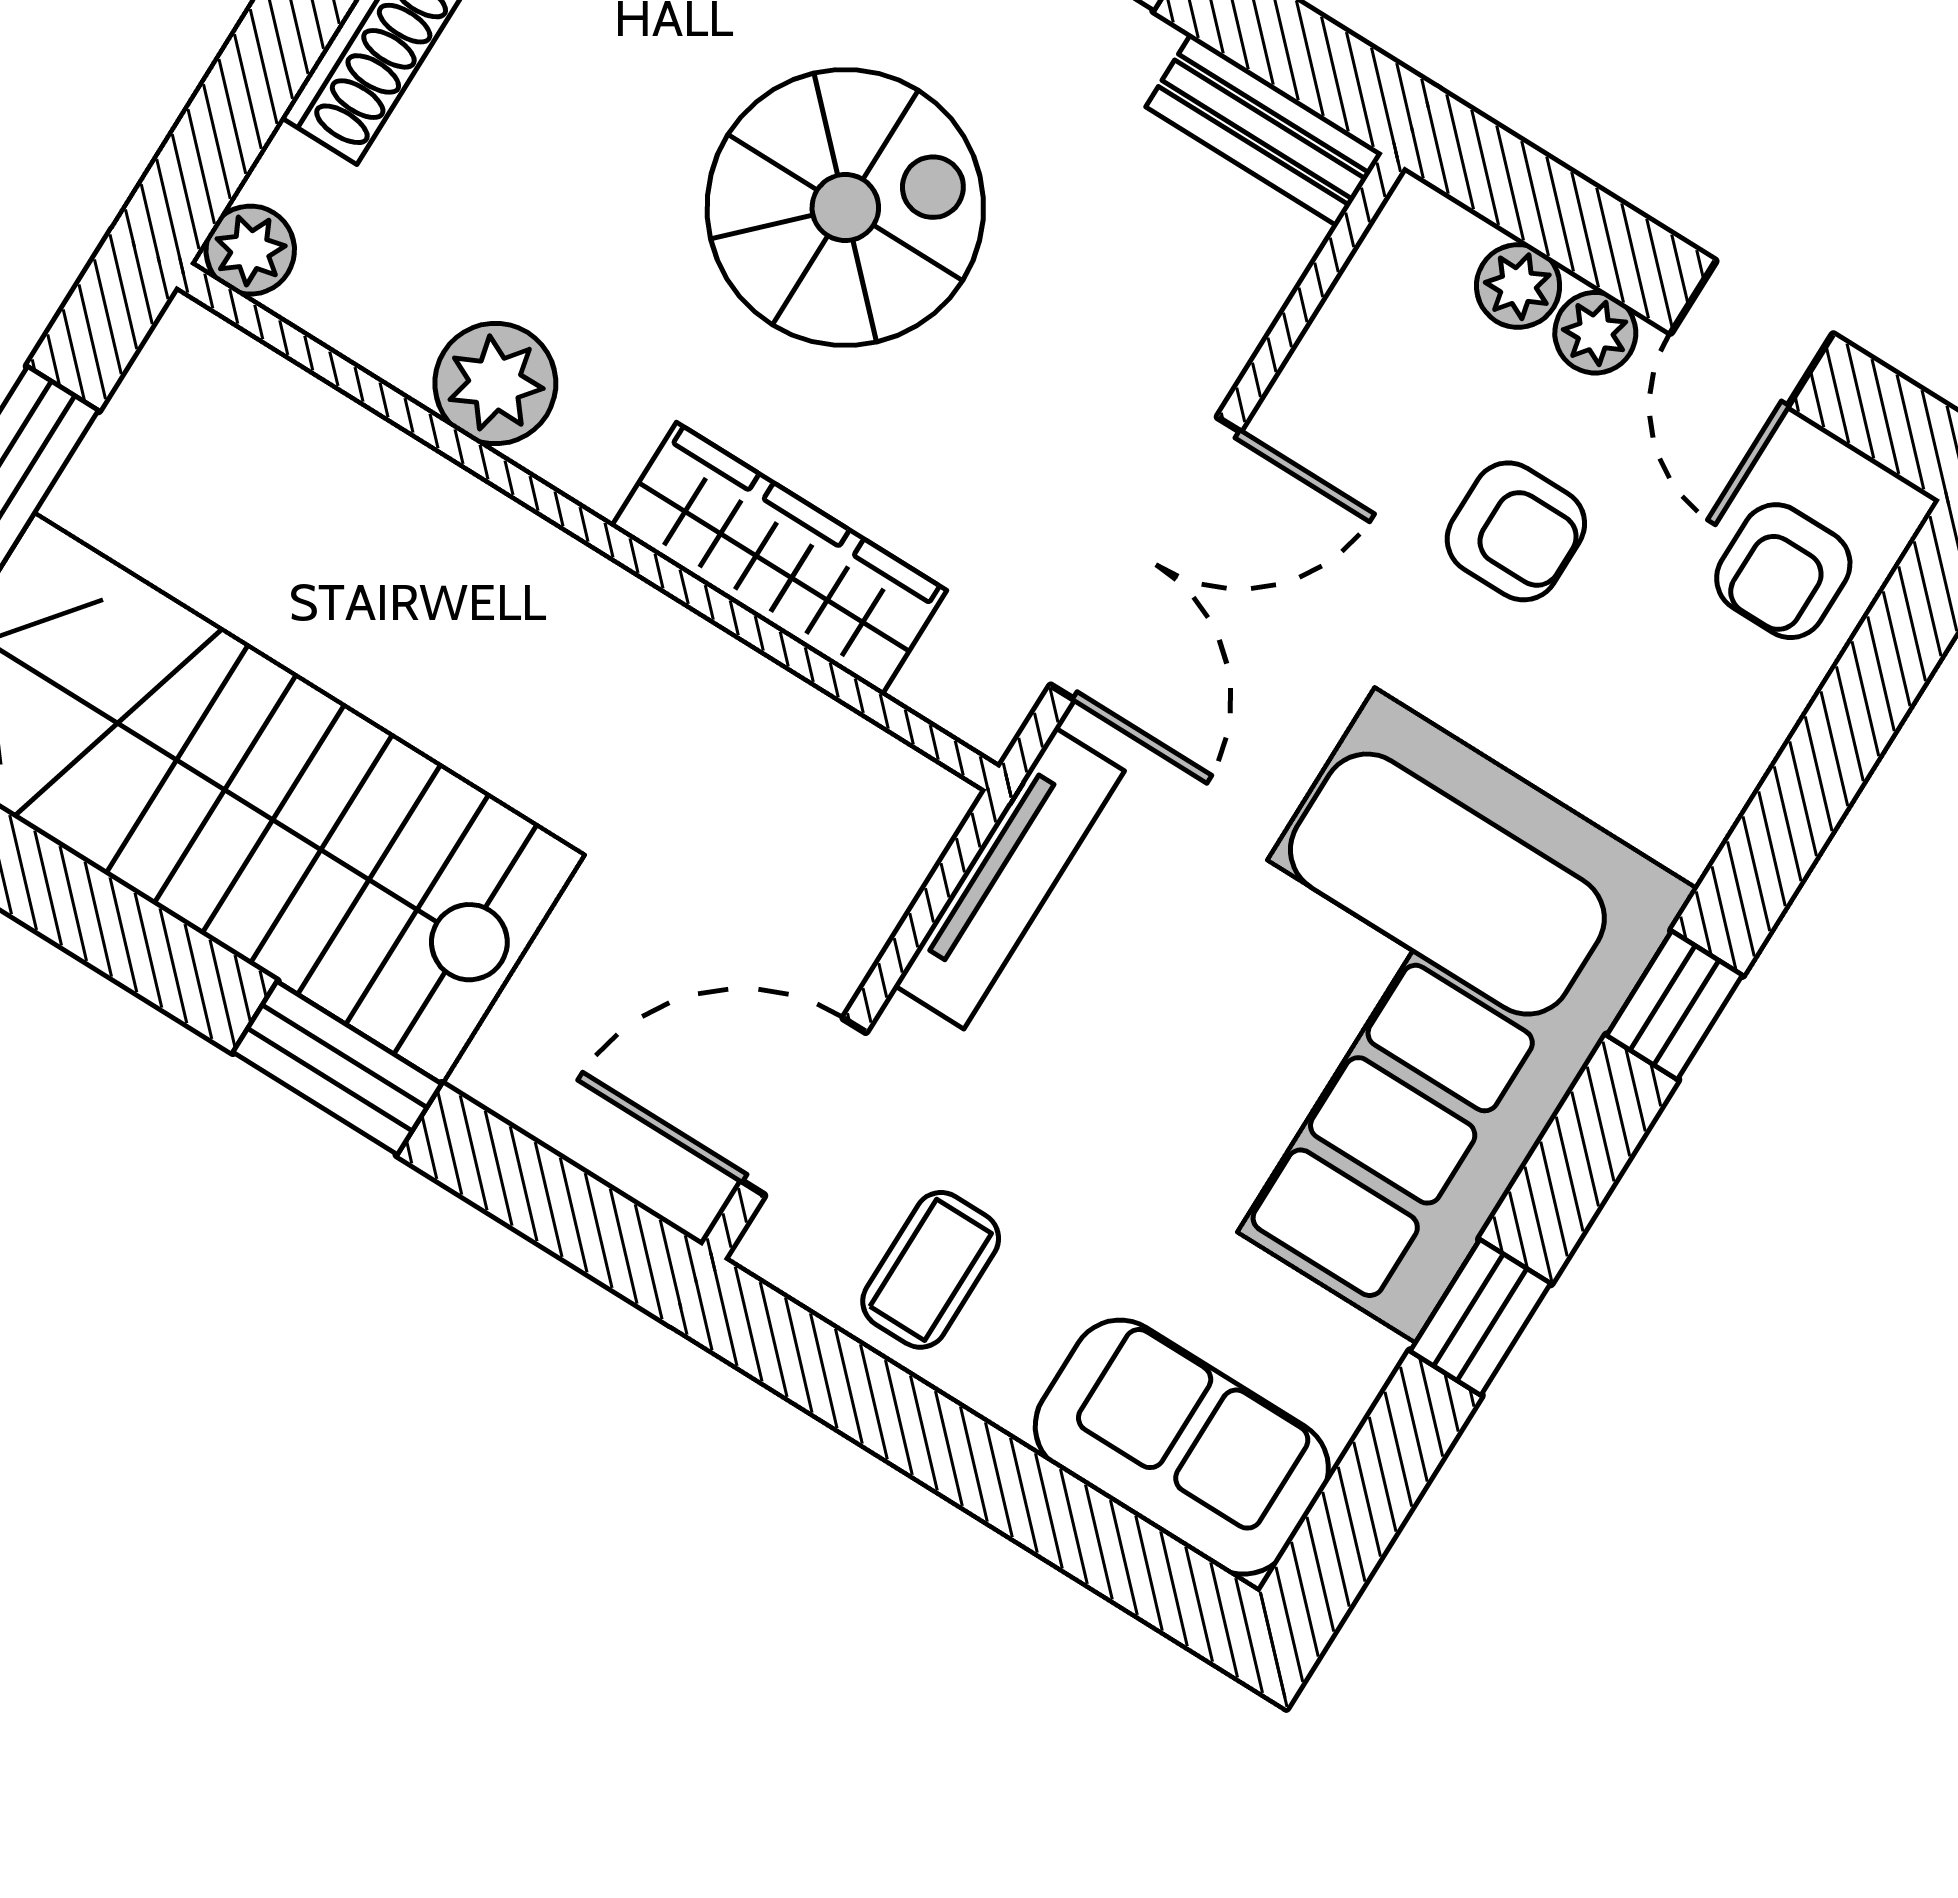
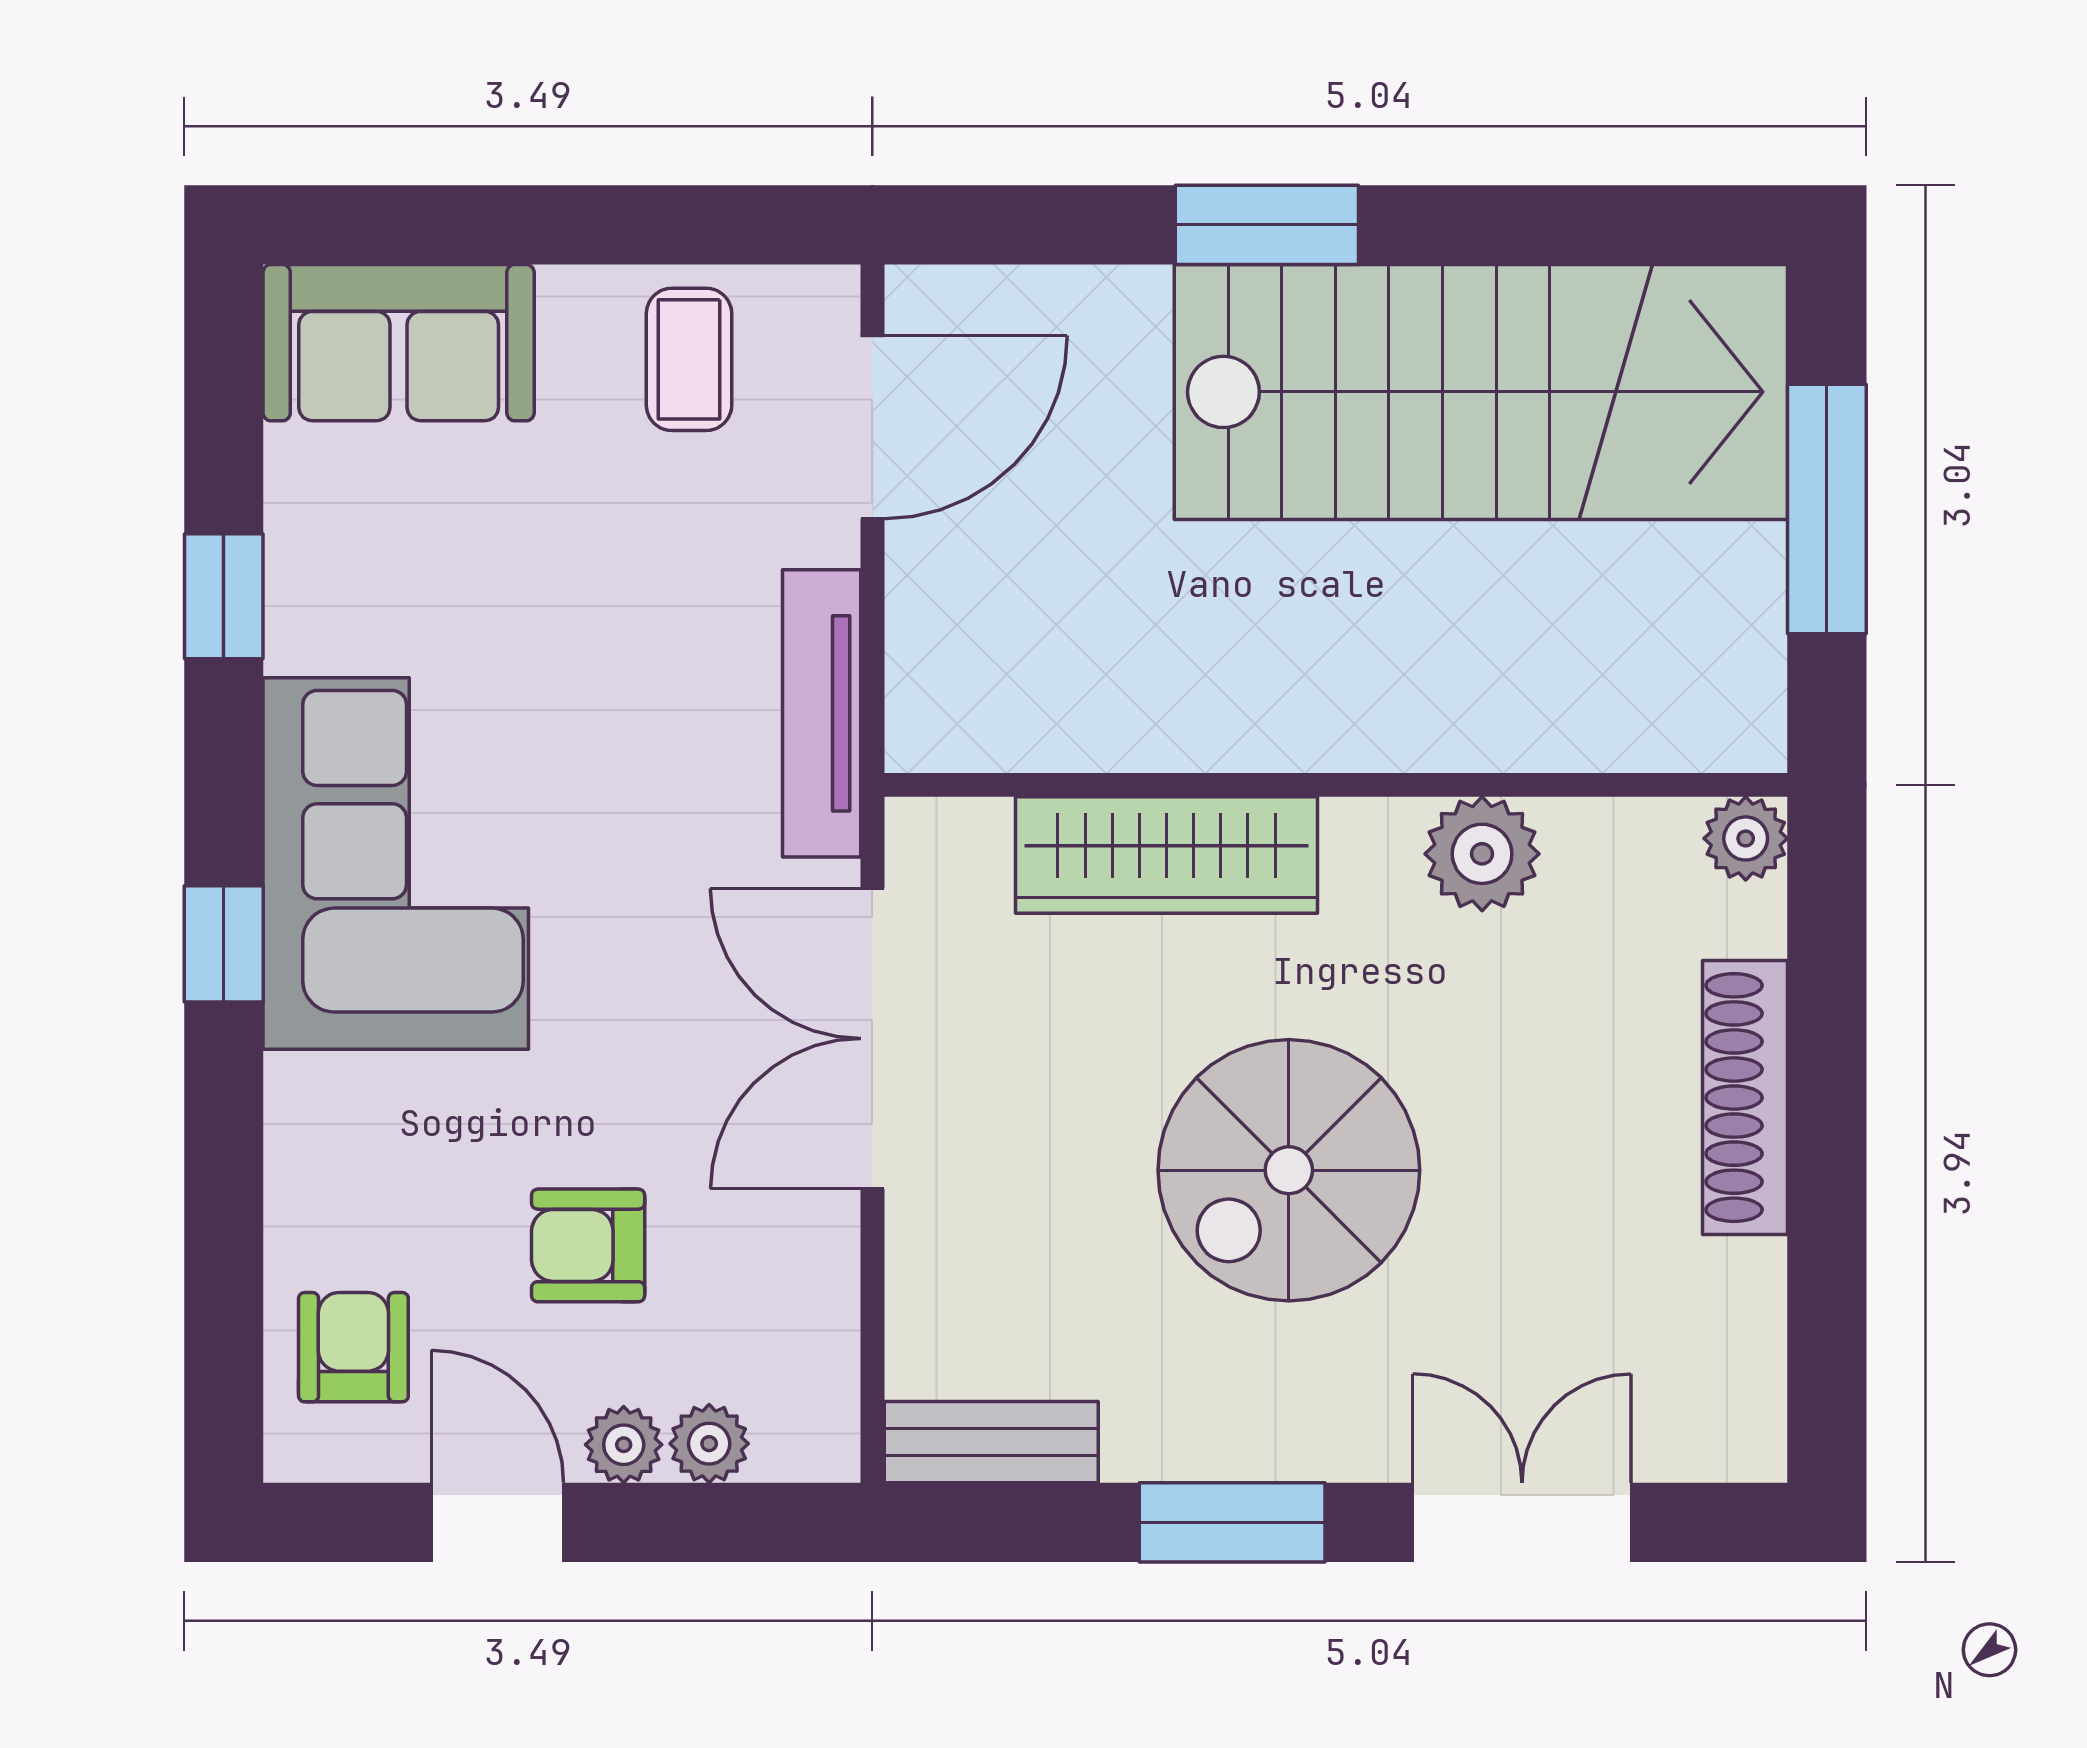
corner sofa: (1395, 1015) -> (396, 863), width x0.73, depth x0.74

